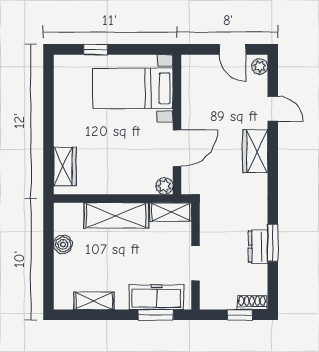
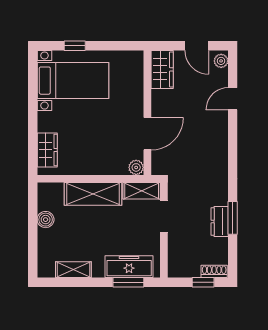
bed with nightstands: (133, 88) -> (73, 81), moved, turned 180
door: (273, 109) -> (233, 99), swing flipped
wardrobe: (255, 151) -> (162, 69), moved, turned 180
doorway: (196, 263) -> (164, 217), moved

